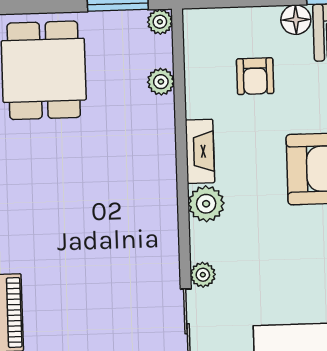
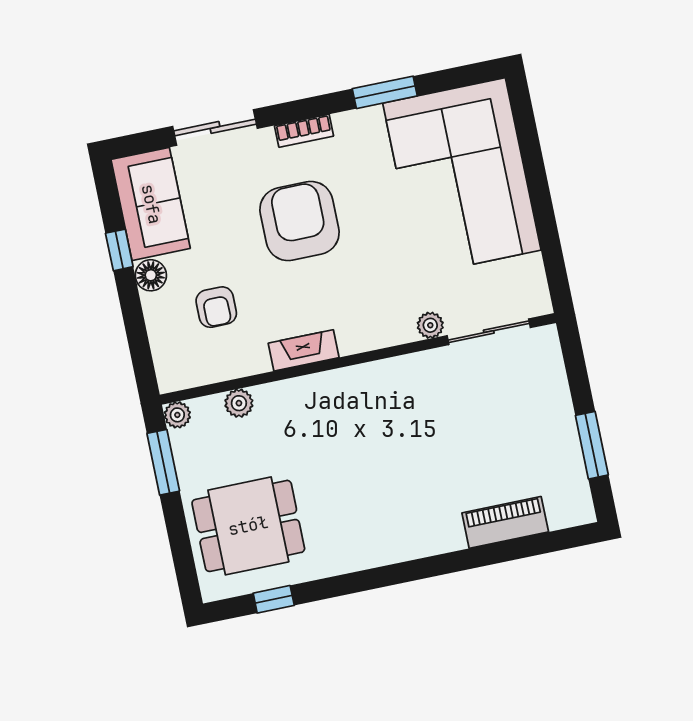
armchair: (255, 76) -> (216, 307), turned 90
plant: (206, 204) -> (357, 335), removed

